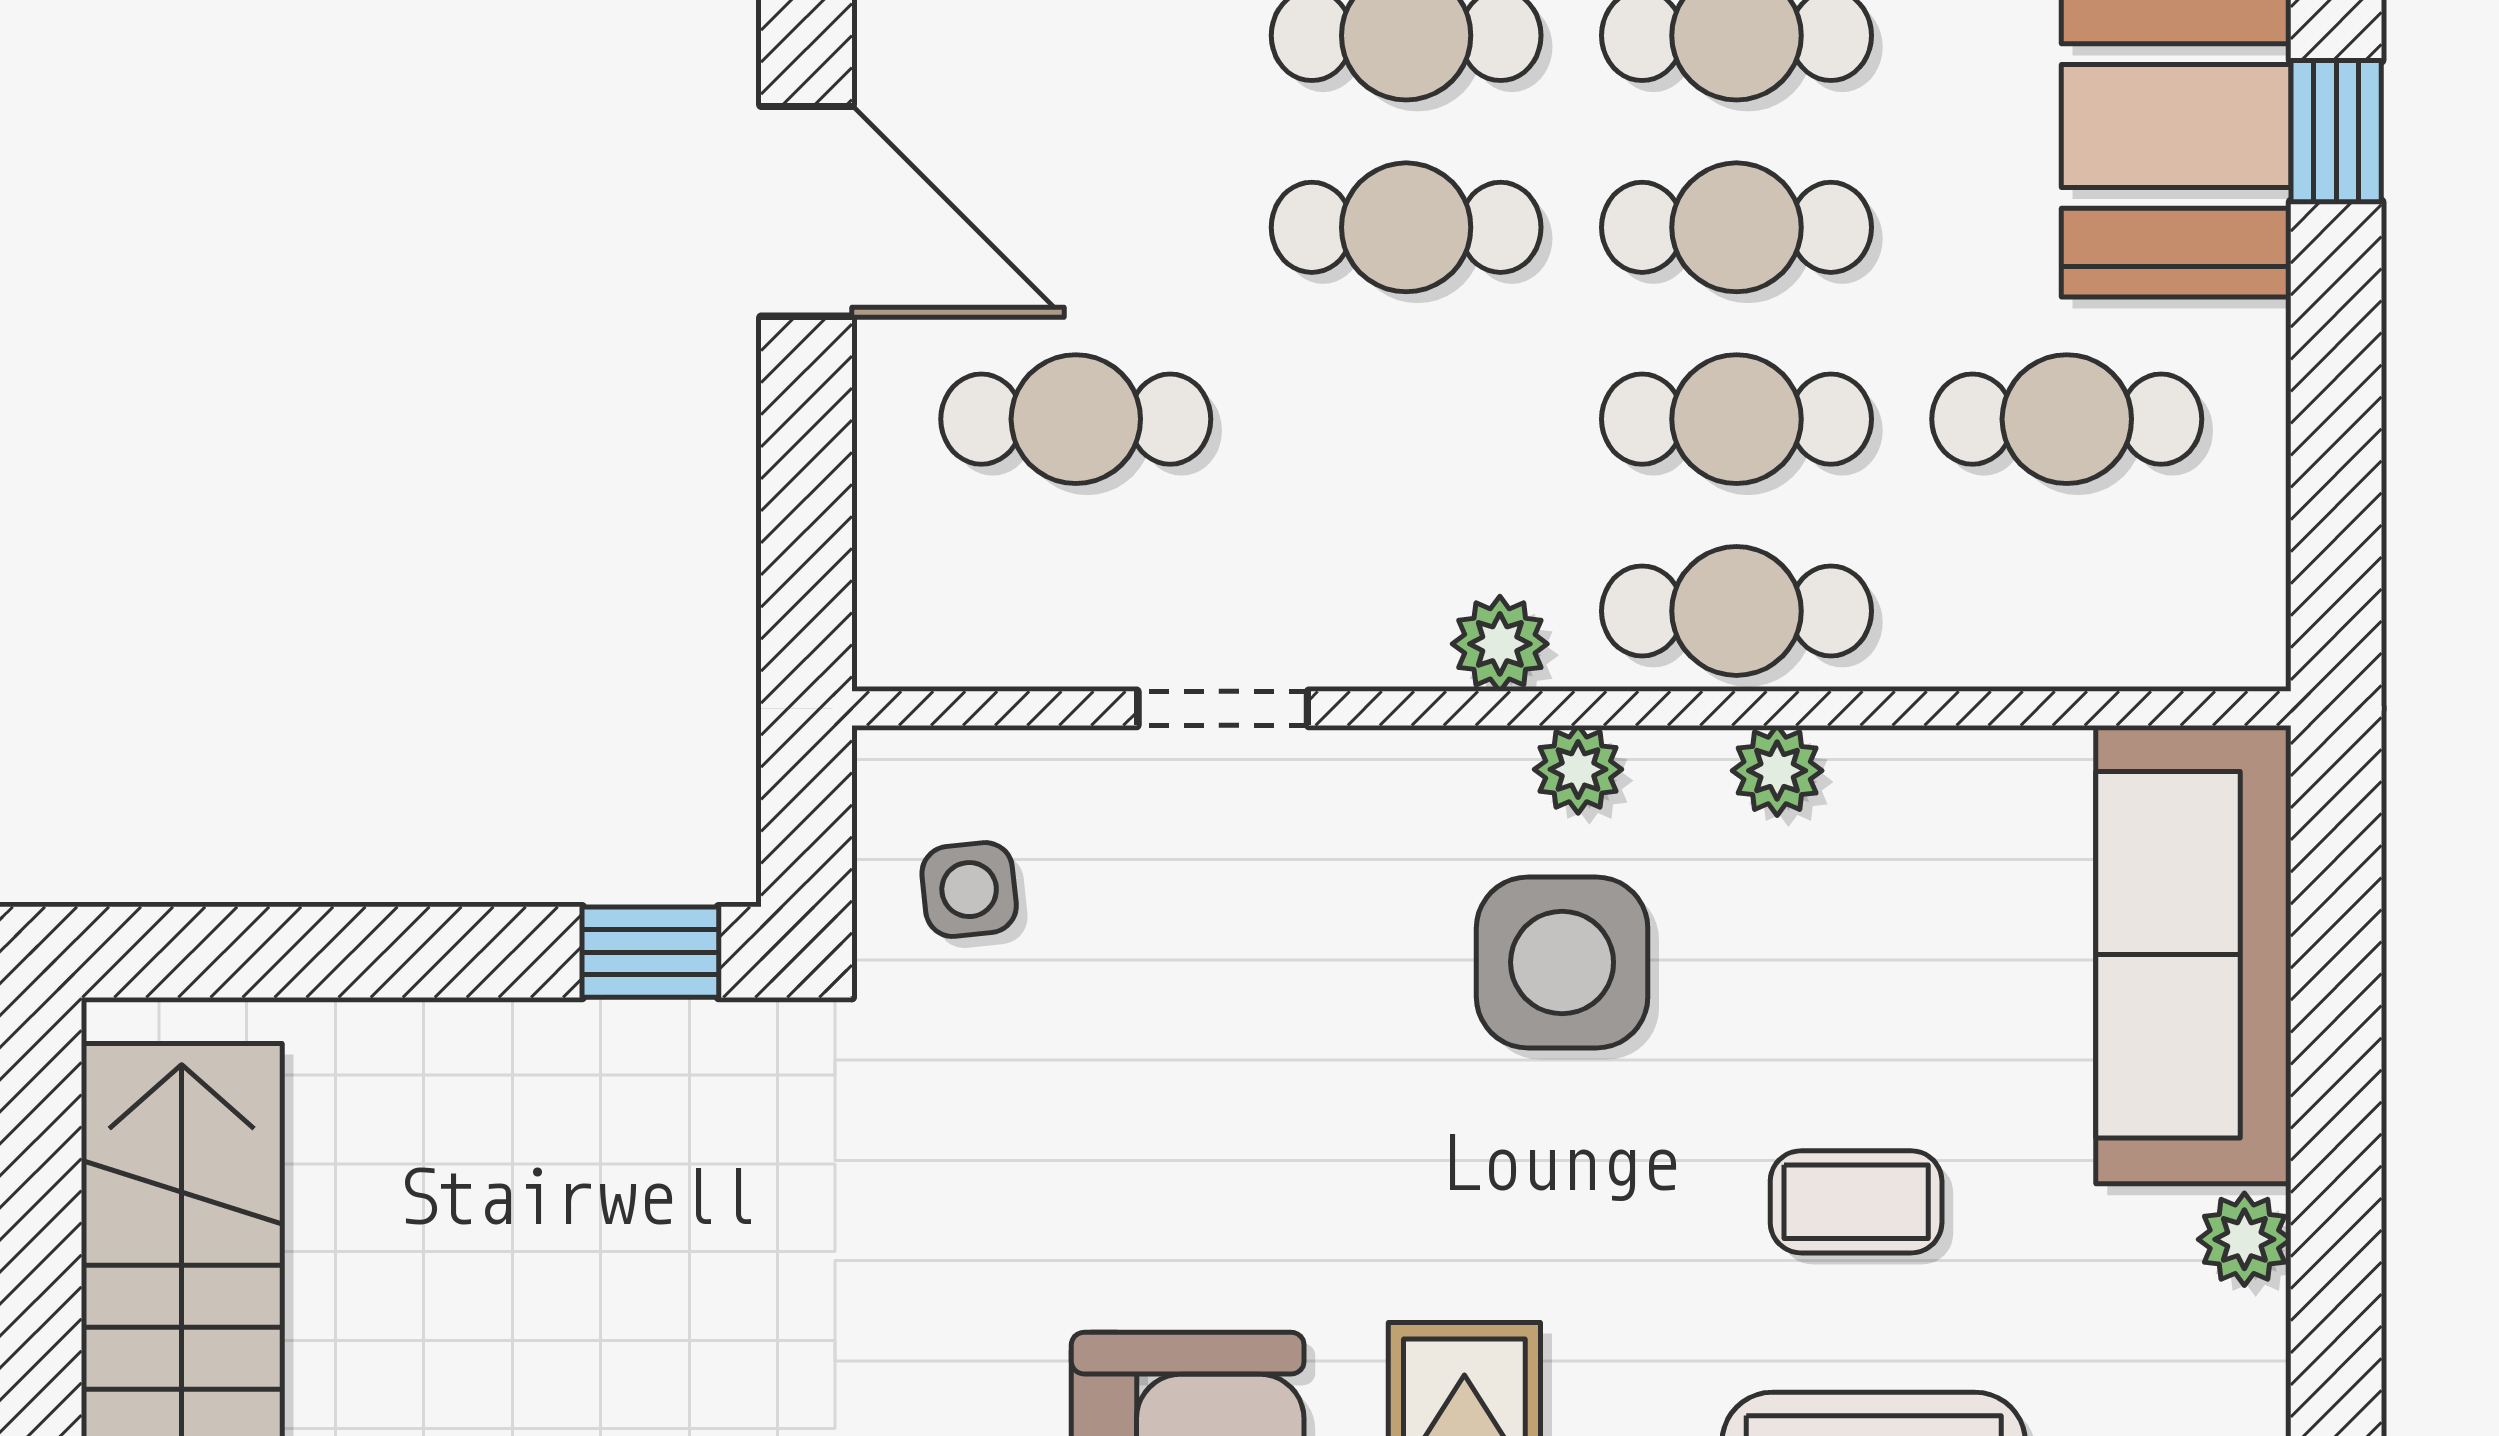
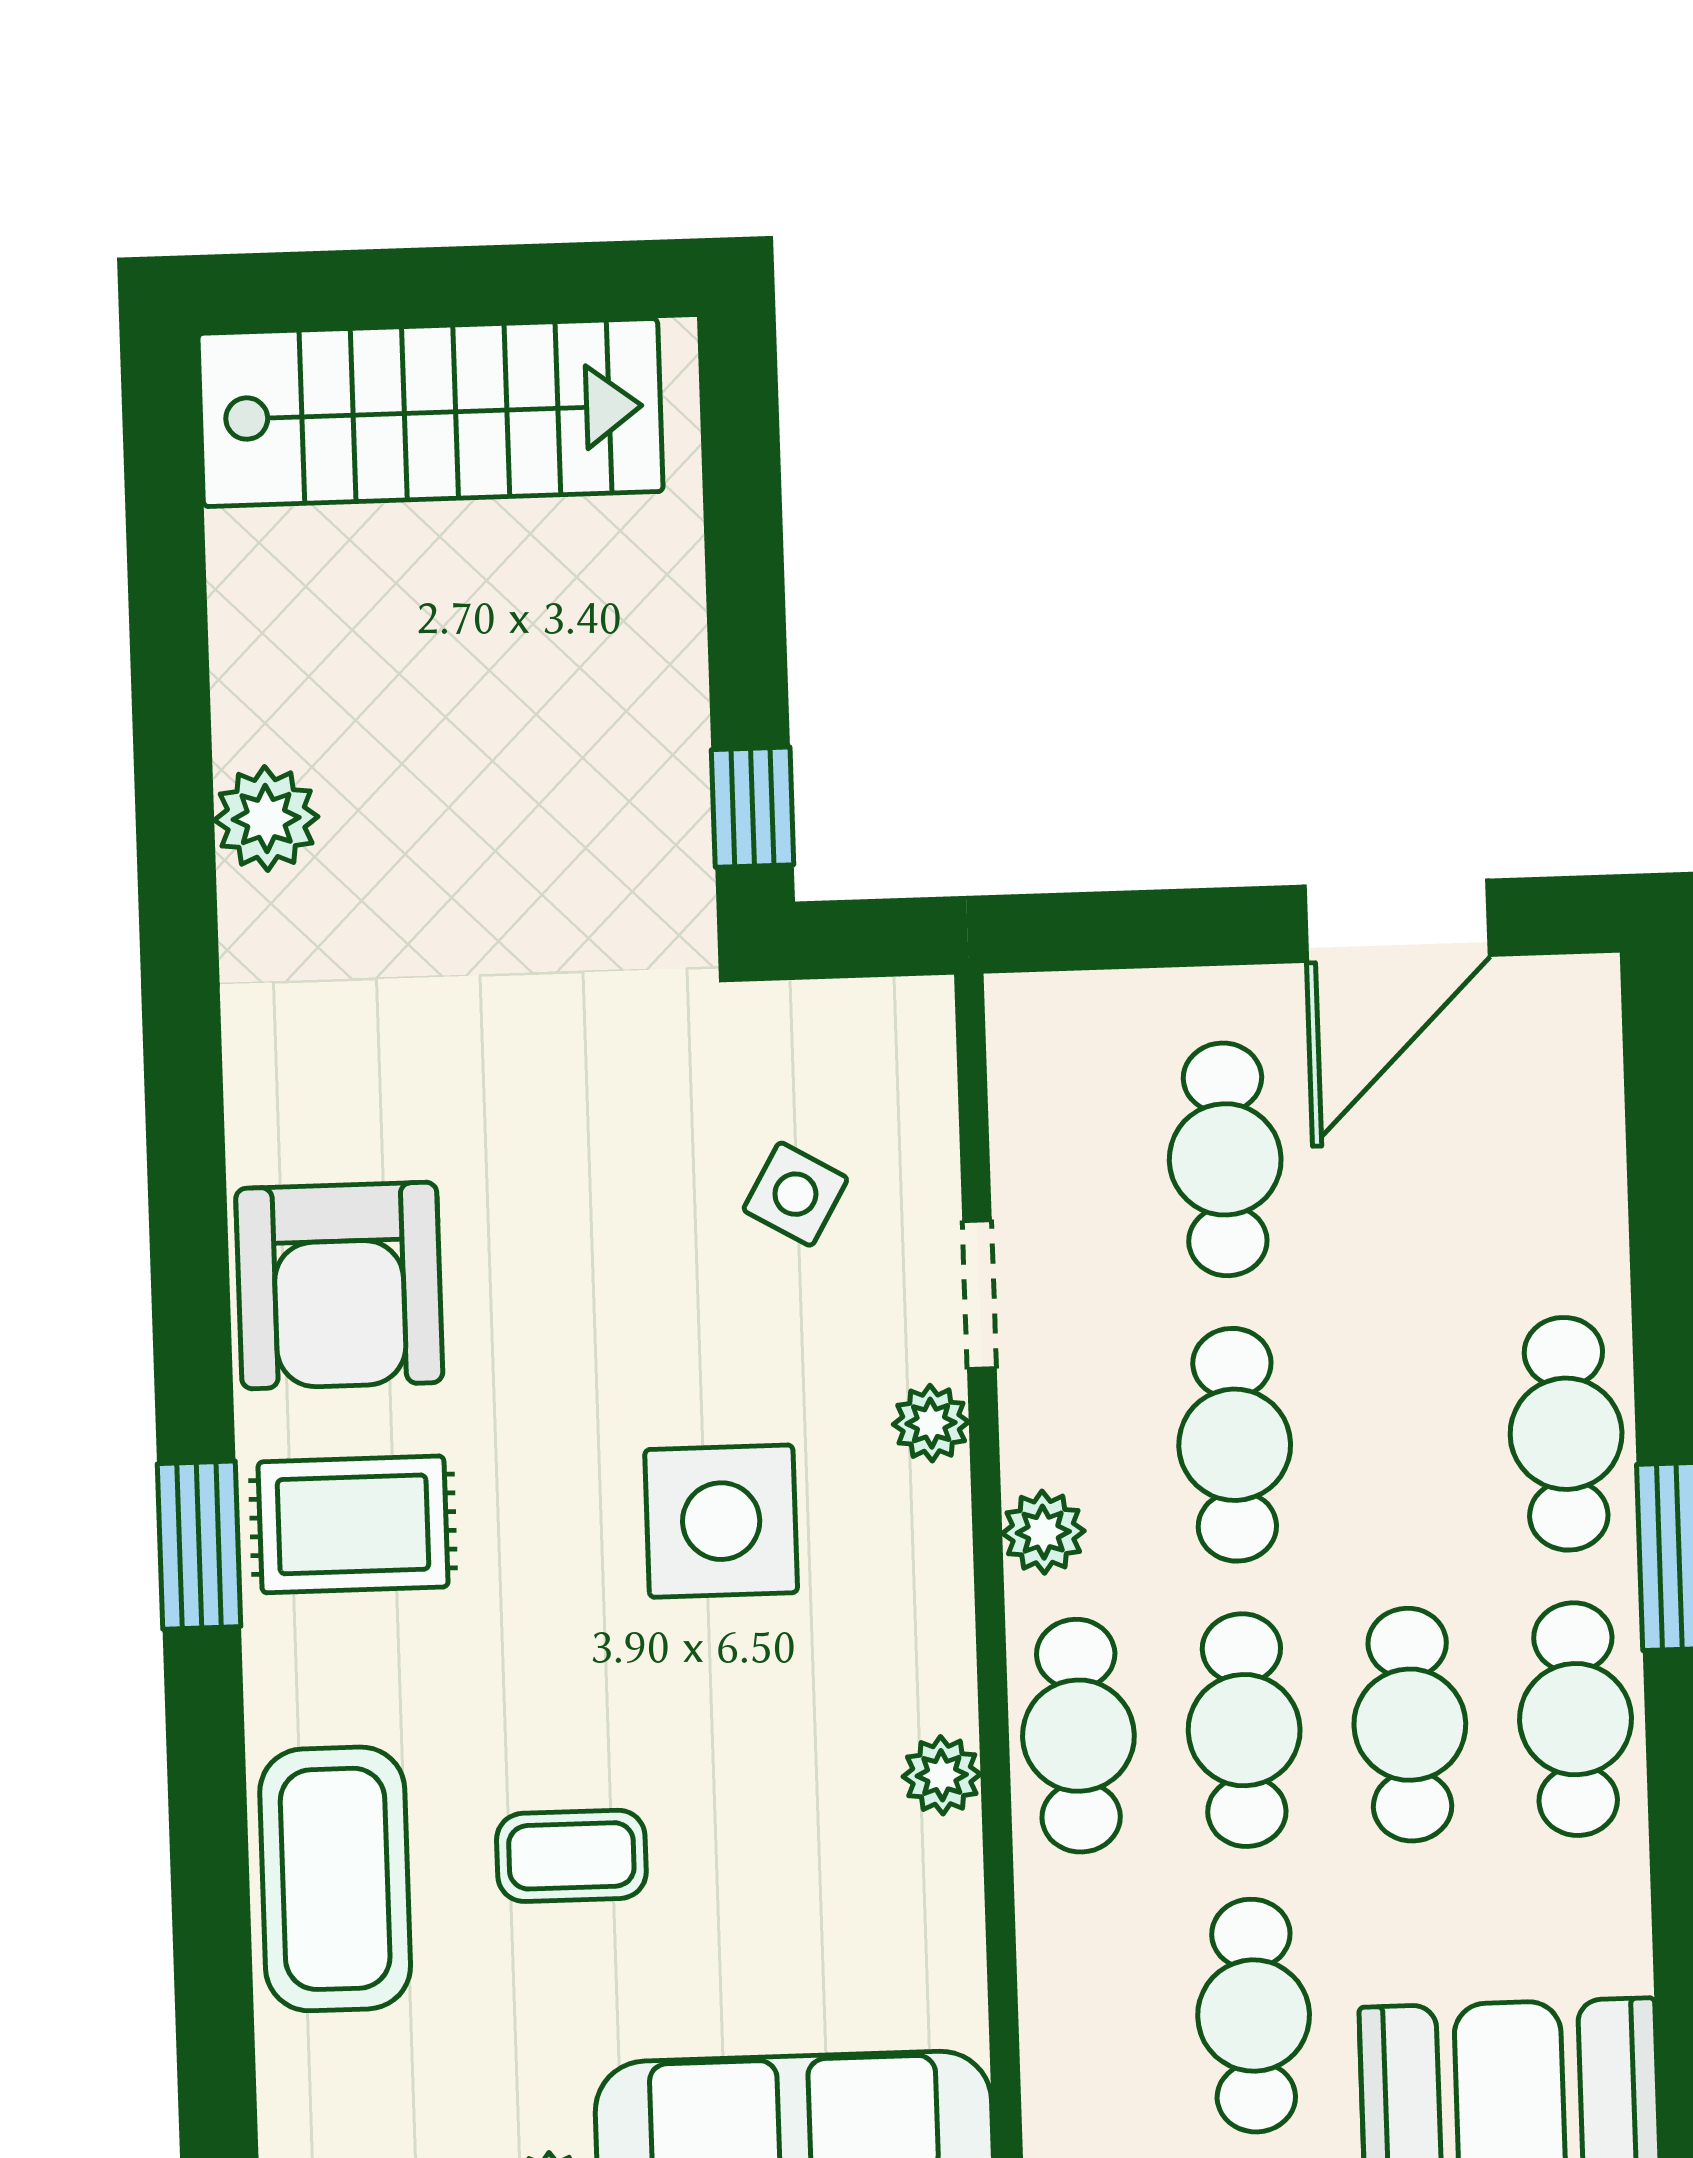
cafe table: (1406, 227) -> (1235, 1445), moved
plant: (1578, 769) -> (931, 1423), moved
side table: (969, 890) -> (795, 1194), moved, turned 36
side table: (1562, 962) -> (721, 1521), moved
coffee table: (1856, 1202) -> (571, 1856), turned 90

